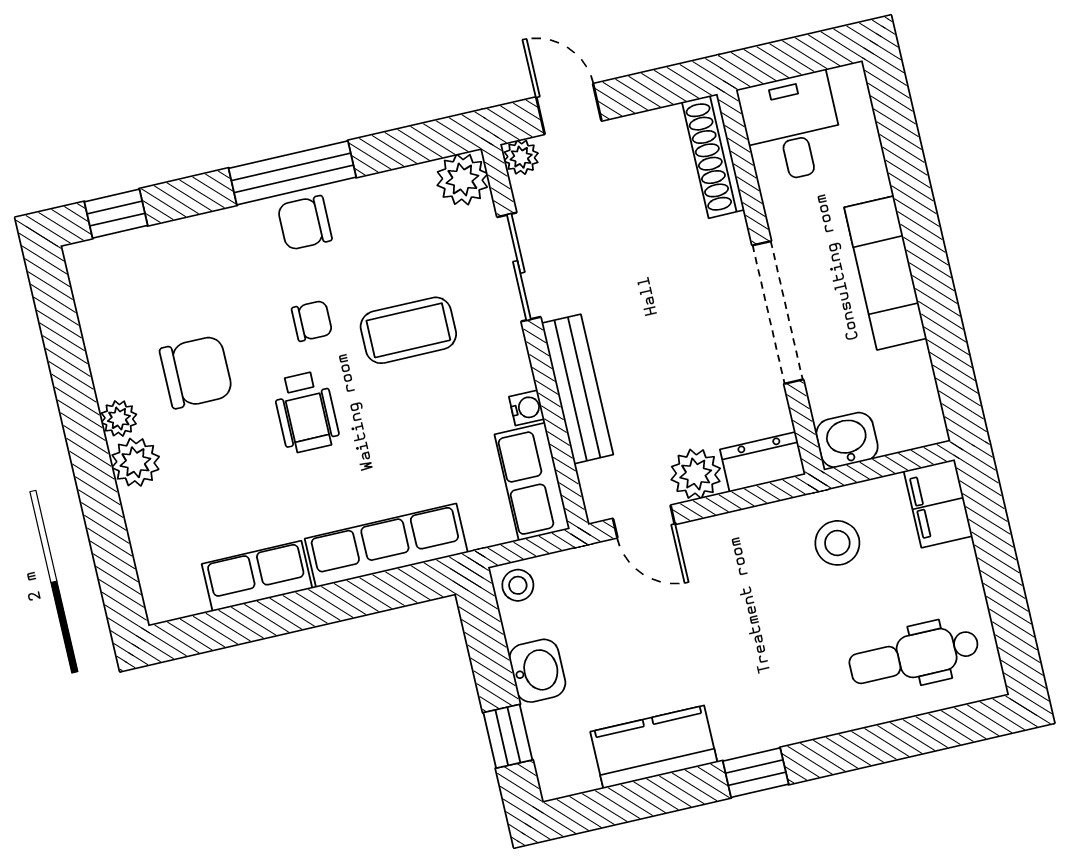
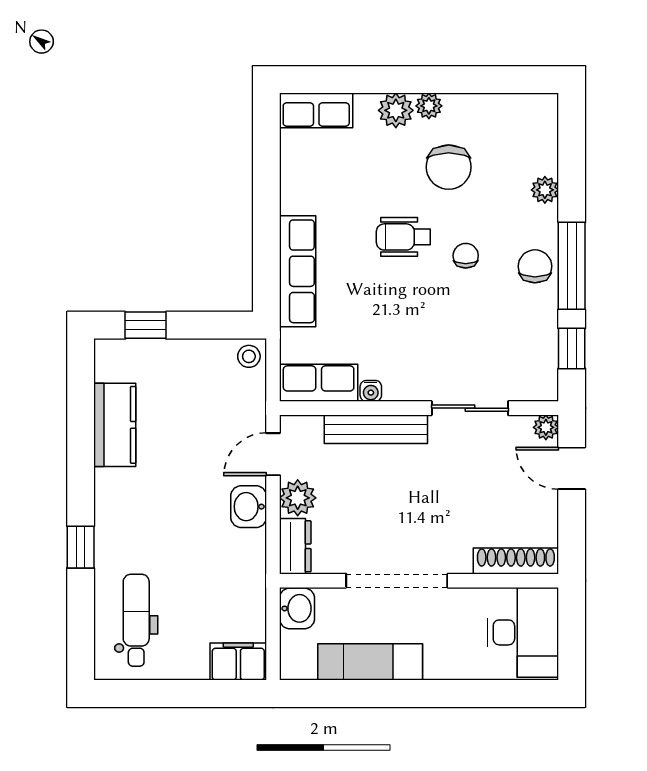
door: (569, 109) -> (572, 468), swing flipped
desk: (792, 128) -> (523, 632), width x1.37
plant: (462, 179) -> (545, 190), moved, width x0.73, depth x0.73
window: (116, 214) -> (572, 348), moved
exam couch: (885, 273) -> (370, 662), moved
chair: (312, 321) -> (466, 256), turned 180
coffee table: (408, 330) -> (444, 321), removed
stool: (837, 543) -> (227, 585), removed
row of seats: (257, 576) -> (316, 110), moved, turned 90
washbasin: (537, 671) -> (249, 507), moved, turned 90
window: (756, 773) -> (81, 547), moved

